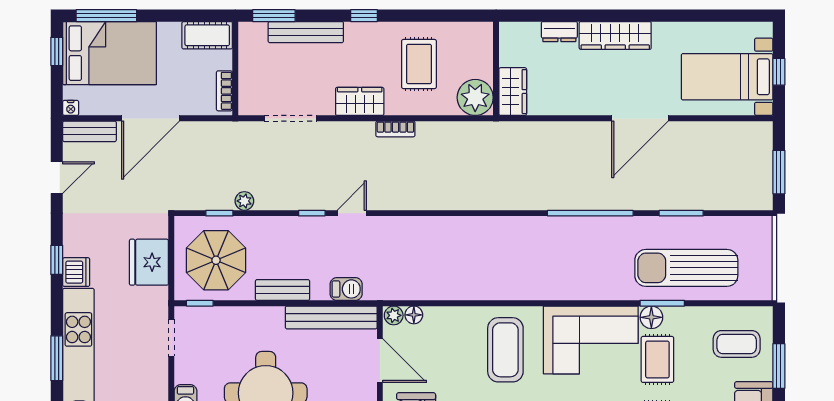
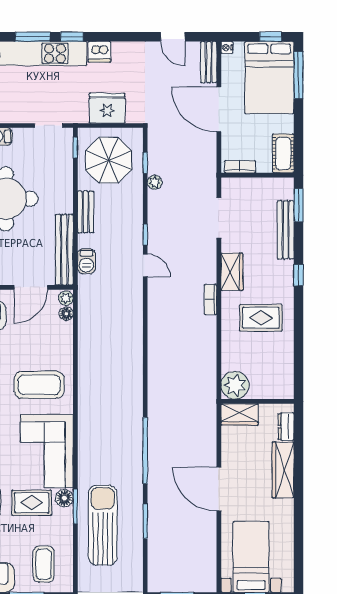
wall: (496, 68) -> (257, 401), moved
wardrobe: (513, 92) -> (240, 414), moved
plant: (475, 97) -> (235, 385), moved
window: (57, 260) -> (72, 37), moved

